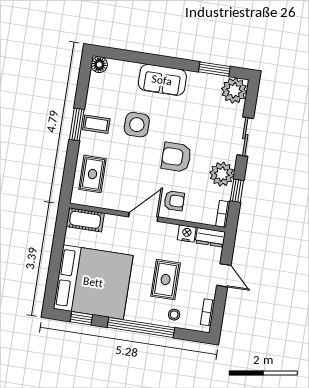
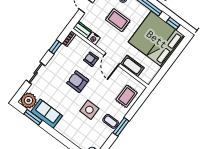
sofa: (162, 80) -> (47, 114), moved
armchair: (176, 157) -> (78, 82), turned 180
plant: (222, 174) -> (58, 60), removed
door: (143, 217) -> (112, 59), hinge flipped
cot: (85, 220) -> (132, 66), moved
rug: (166, 280) -> (118, 20), turned 90

